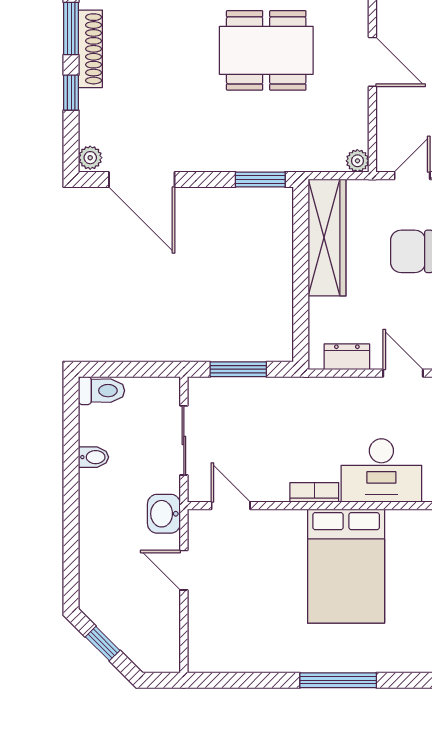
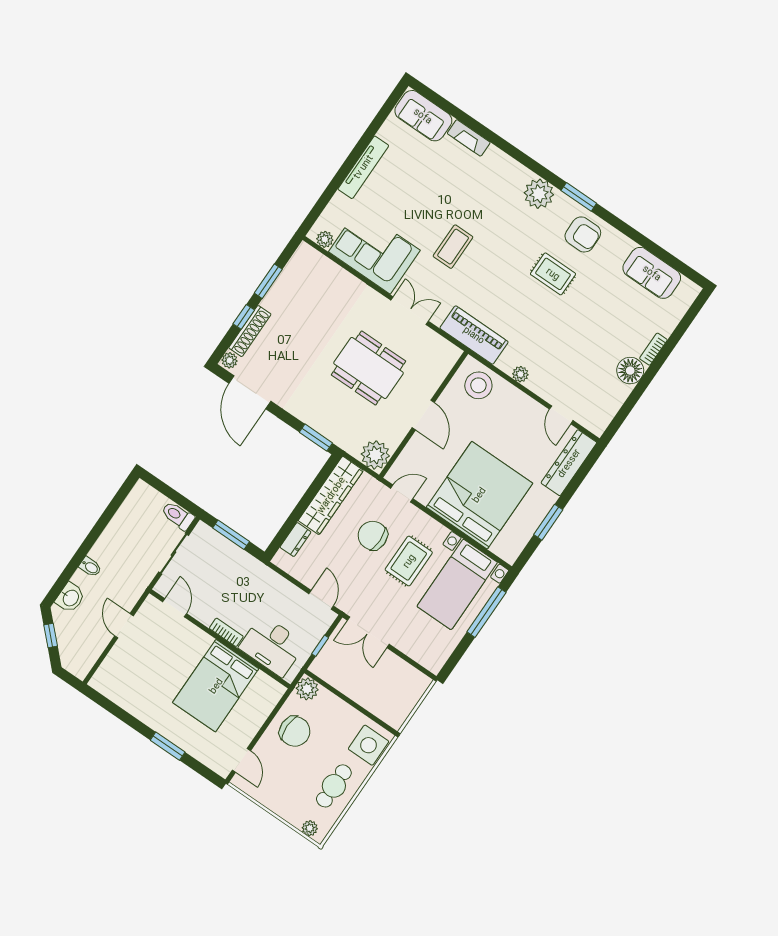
shoe rack: (90, 49) -> (250, 331), moved
plant: (357, 161) -> (375, 455), width x1.88, depth x1.88
dresser: (347, 357) -> (295, 540), moved, turned 90
toilet: (102, 391) -> (178, 516), moved, turned 180
bidet: (94, 457) -> (90, 567), moved
washbasin: (164, 514) -> (70, 598), moved, turned 180
window: (338, 680) -> (168, 746), width x0.69

